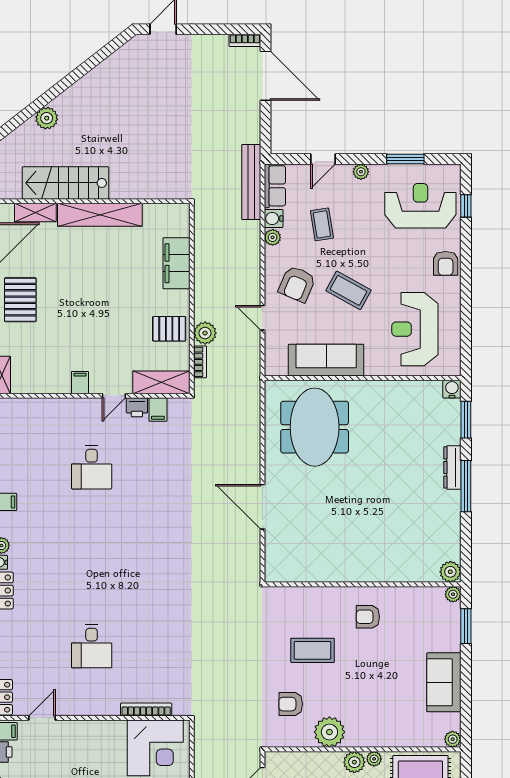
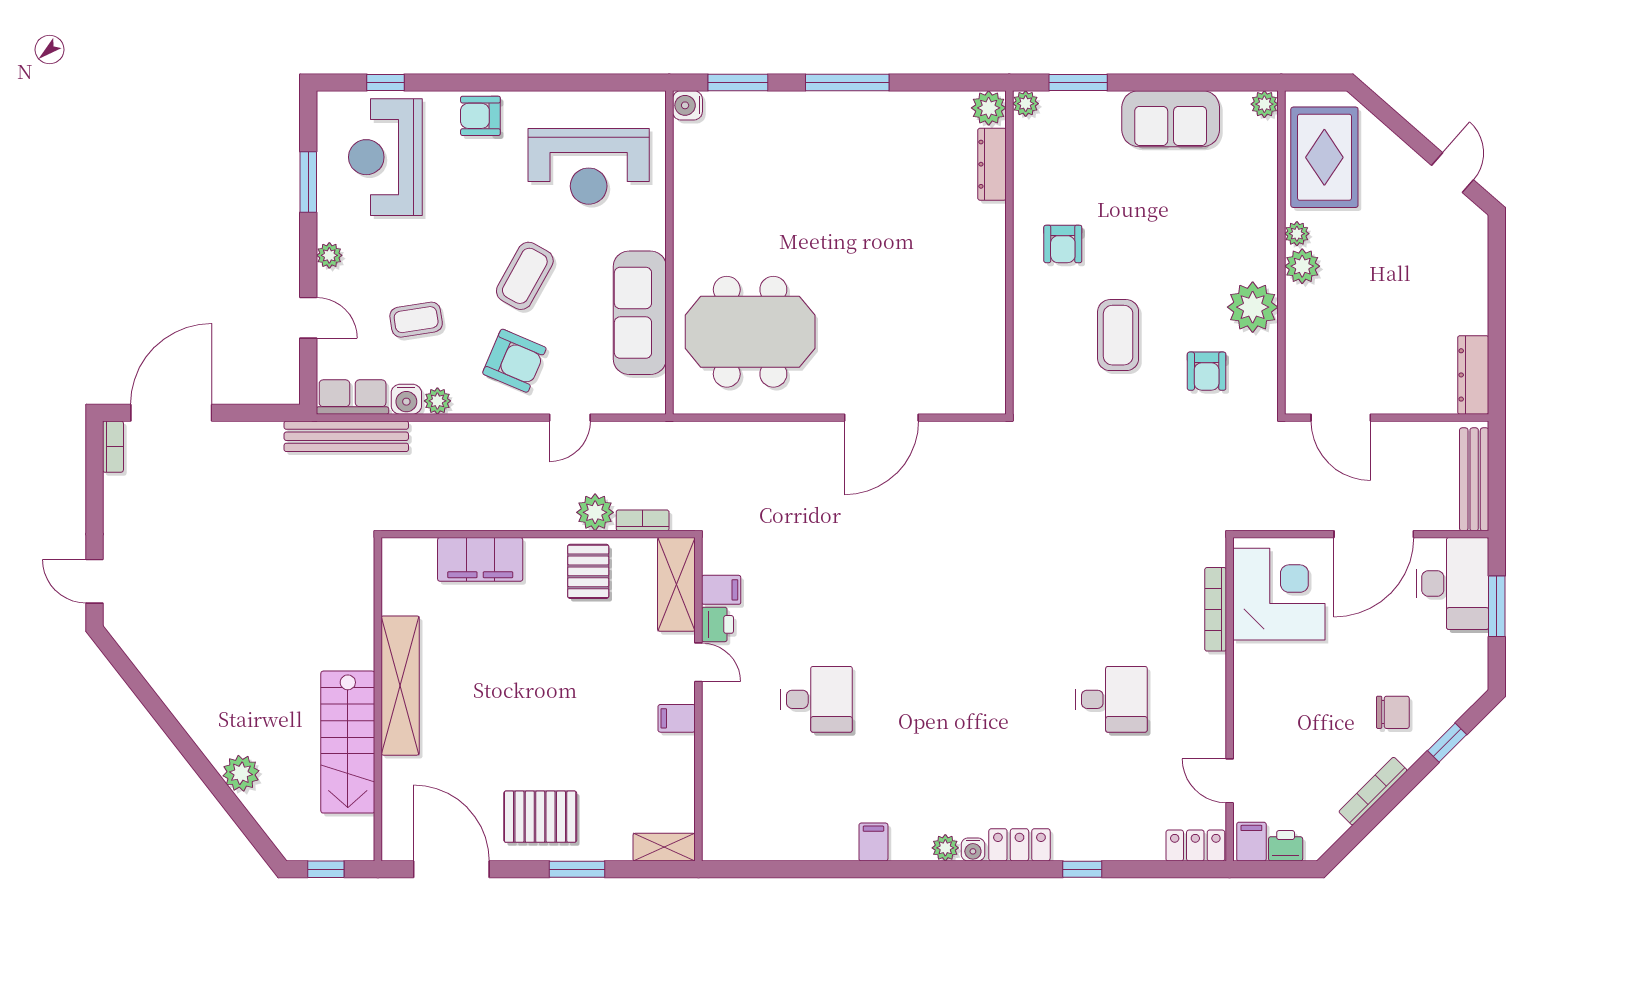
shelving: (35, 213) -> (397, 792), removed
armchair: (446, 263) -> (480, 116), turned 180
dresser: (452, 467) -> (992, 164), moved, turned 90

